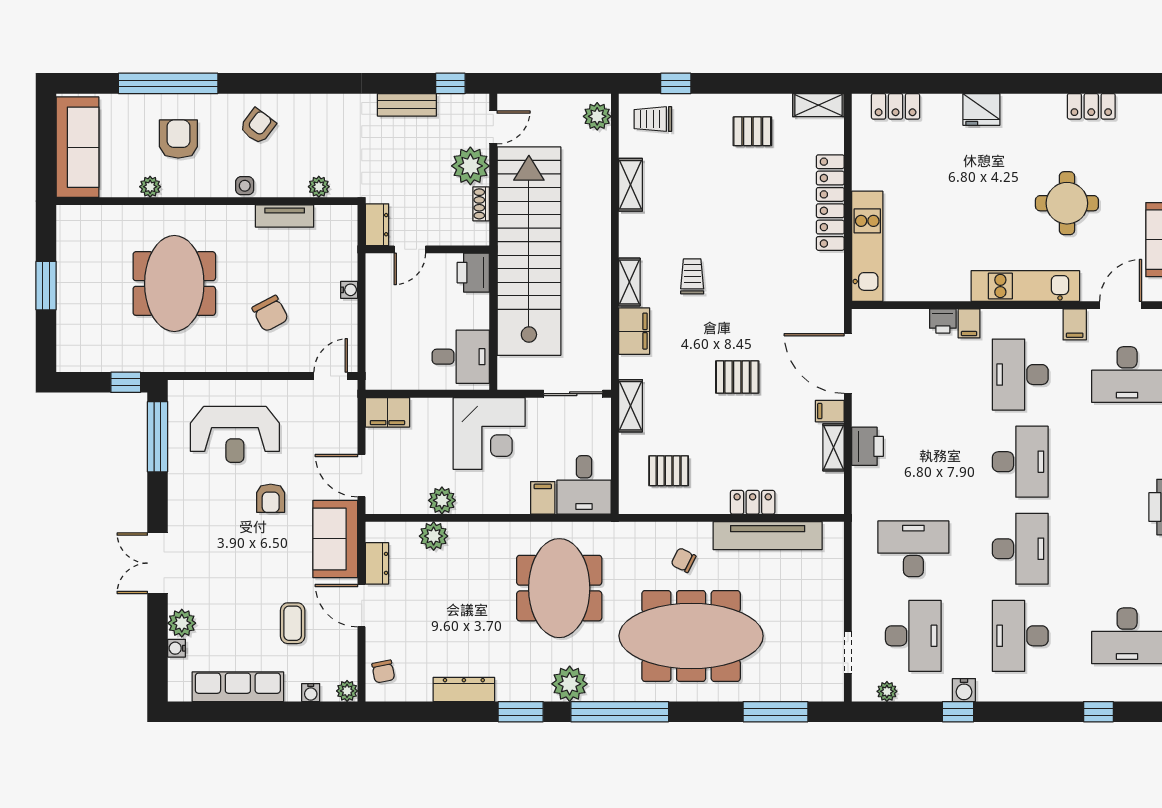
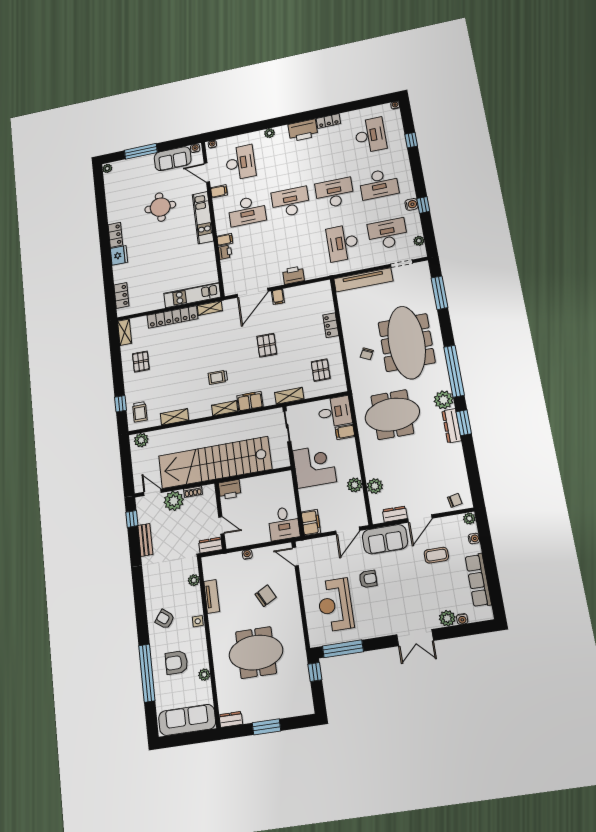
locker: (1091, 106) -> (115, 235), moved
dresser: (67, 225) -> (231, 719), added
desk: (461, 357) -> (284, 523), moved, turned 180
reception desk: (235, 434) -> (335, 605), turned 180
shelving: (834, 447) -> (210, 308), moved
tv unit: (768, 536) -> (363, 280), moved, turned 90
dresser: (464, 690) -> (452, 426), moved

